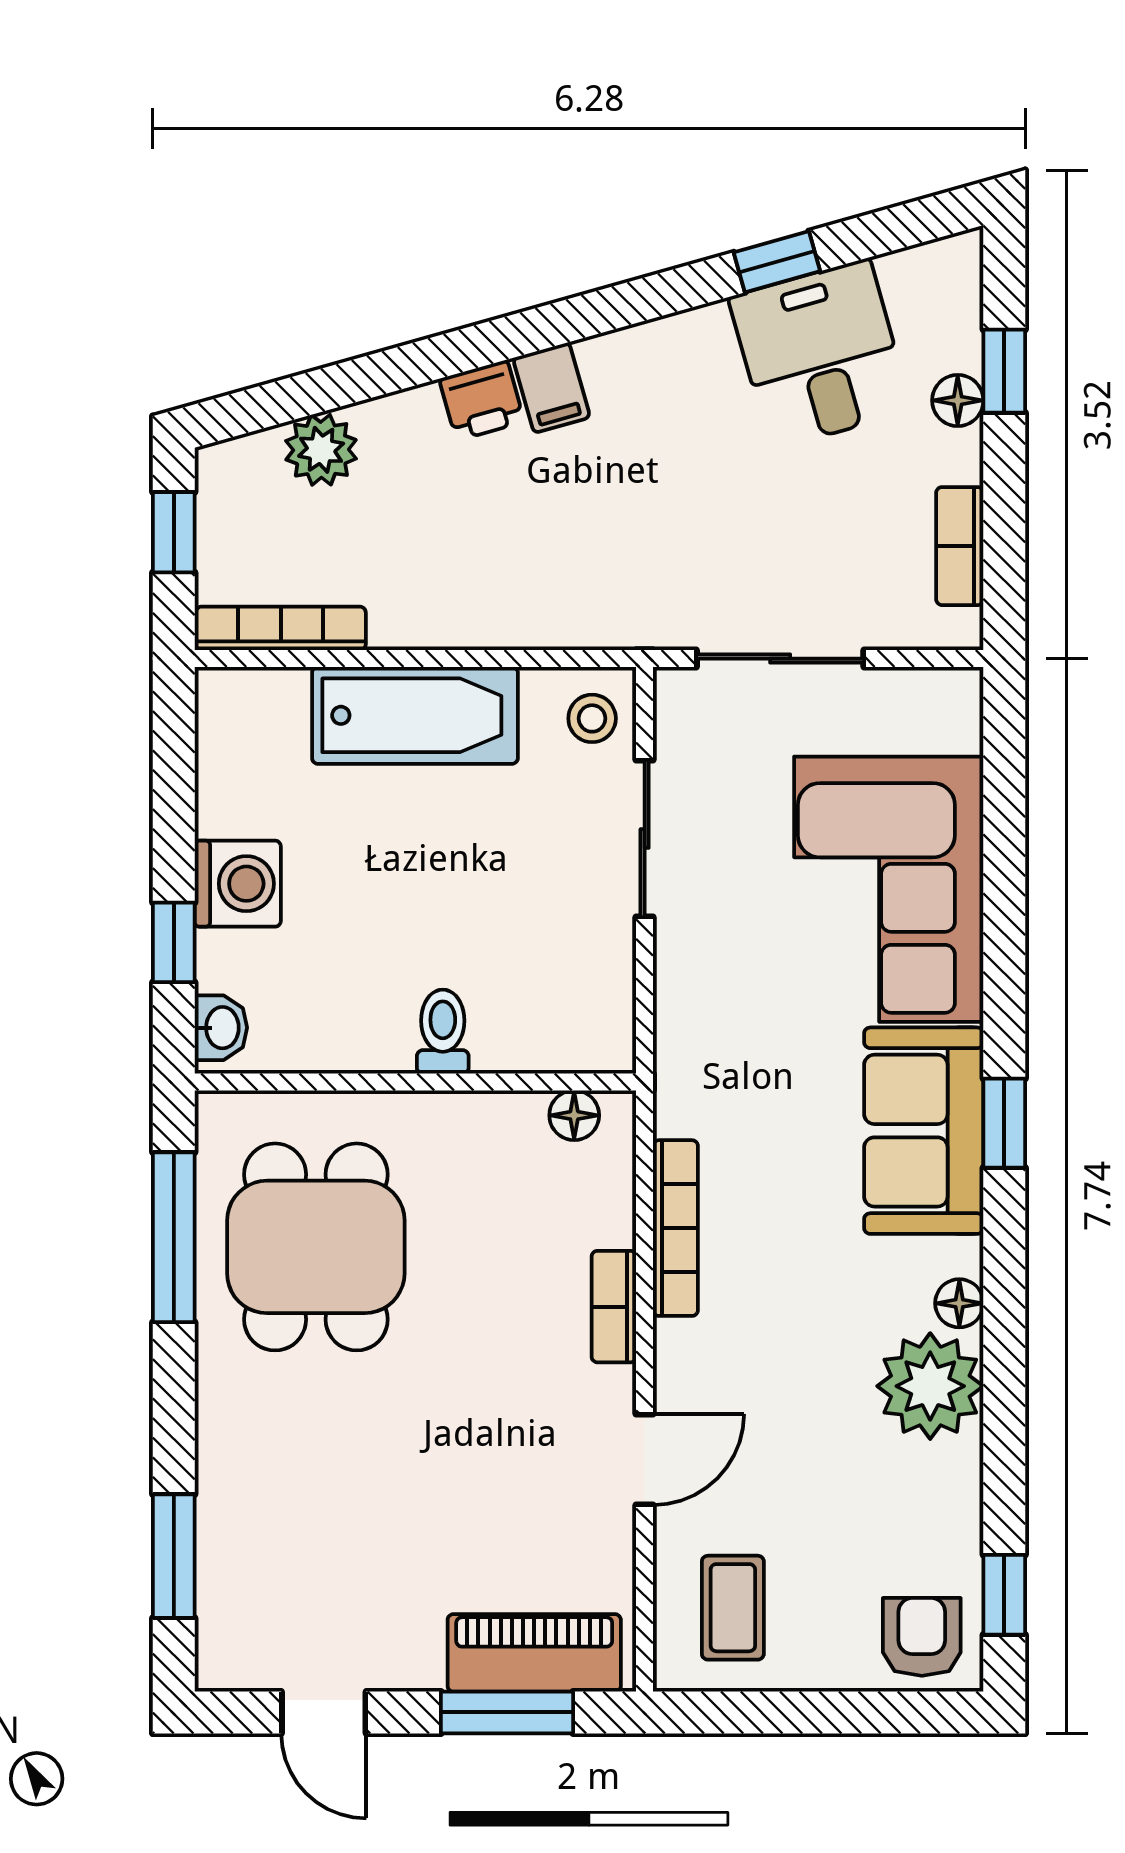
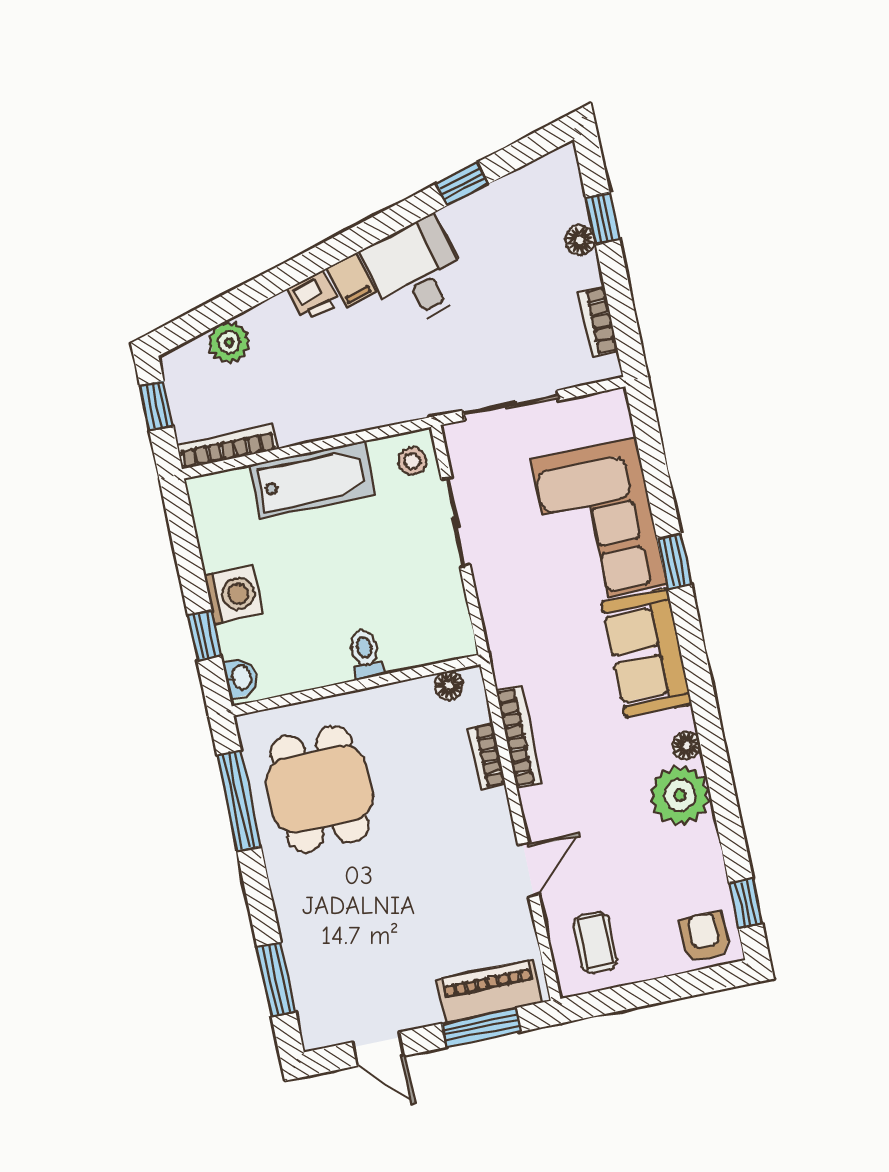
desk: (820, 354) -> (417, 272), moved
window: (1004, 1123) -> (674, 562), moved
bookcase: (614, 1307) -> (487, 756), moved

